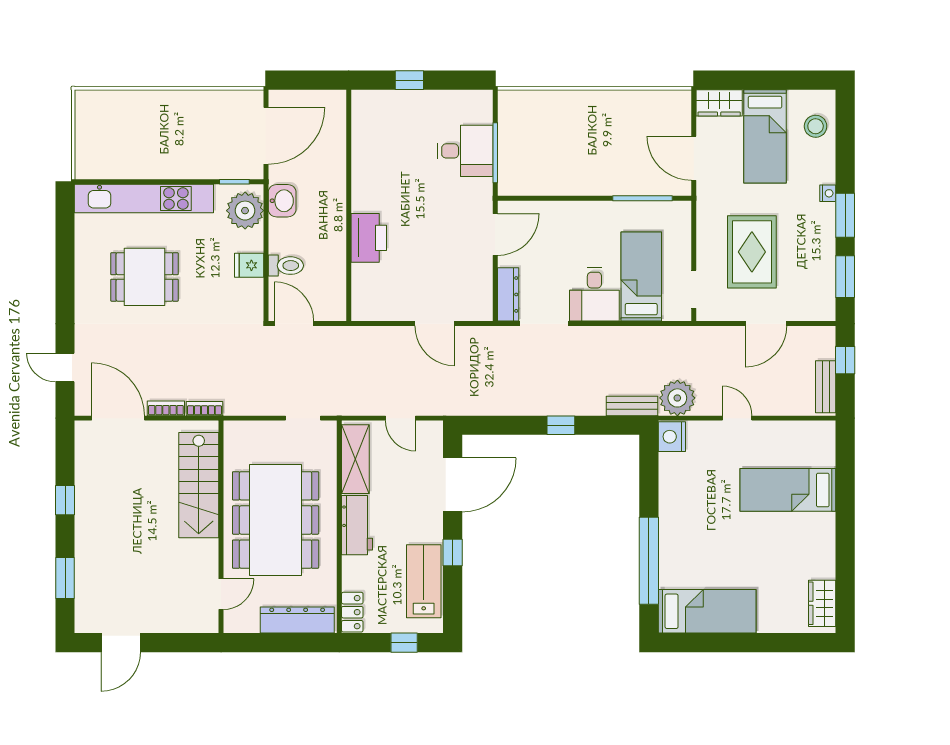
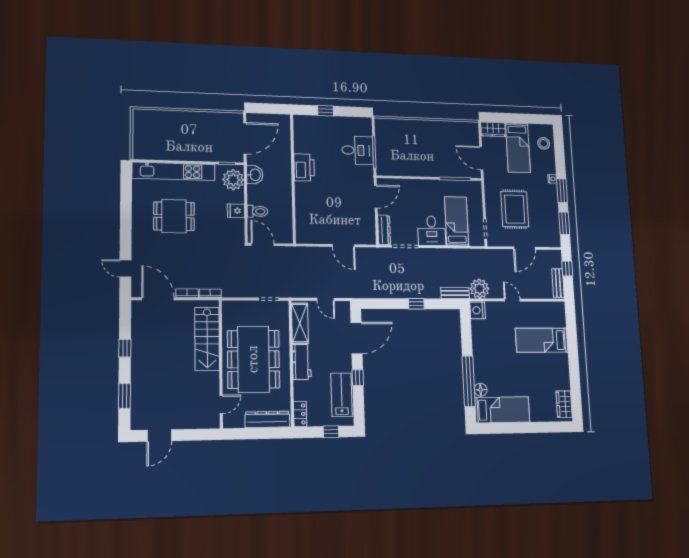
printer: (369, 238) -> (304, 167), moved
floor lamp: (670, 576) -> (481, 390), added

